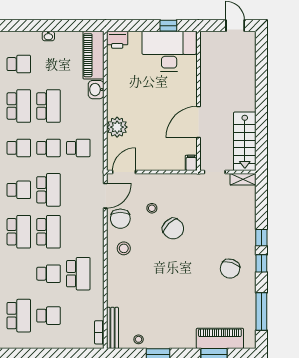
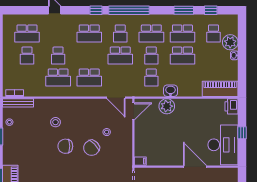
window: (168, 26) -> (242, 133), moved
plant: (31, 42) -> (230, 42), added
washbasin: (96, 90) -> (171, 91), moved
door: (198, 122) -> (195, 167), moved
school desk: (19, 148) -> (151, 33), width x1.85
door: (124, 172) -> (133, 111), hinge flipped
chair: (120, 219) -> (65, 146), moved
school desk: (49, 232) -> (89, 77), moved
stool: (124, 248) -> (56, 122), moved

